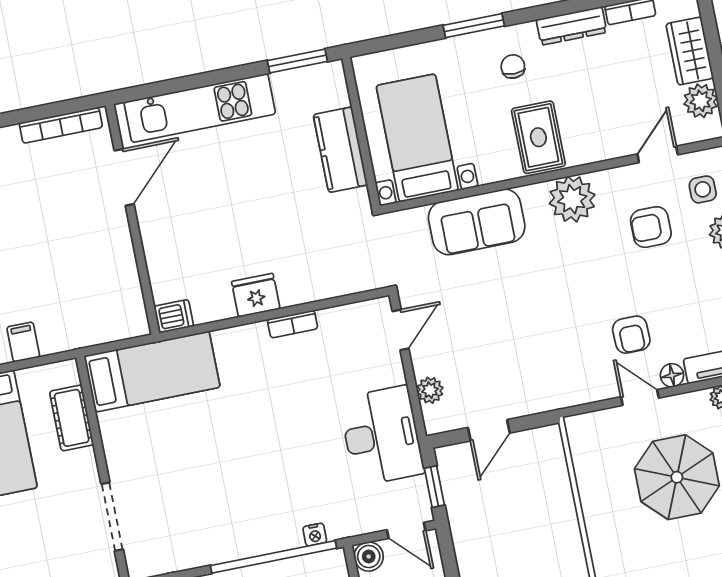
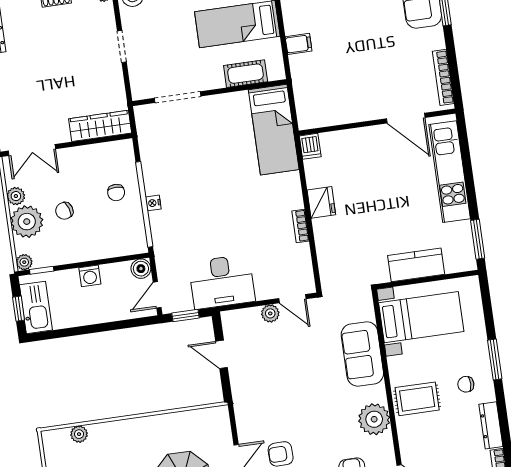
chair: (513, 66) -> (466, 384), turned 180
plant: (430, 390) -> (270, 313), moved
nightstand: (315, 535) -> (153, 203), moved

